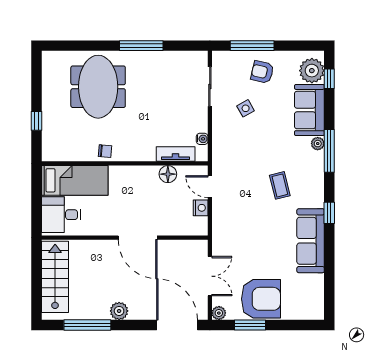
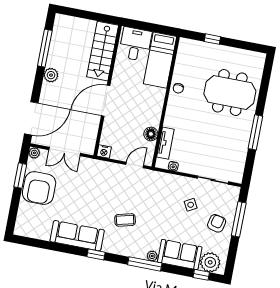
nightstand: (201, 208) -> (104, 151), moved
stairs: (55, 277) -> (103, 51), moved, turned 90

